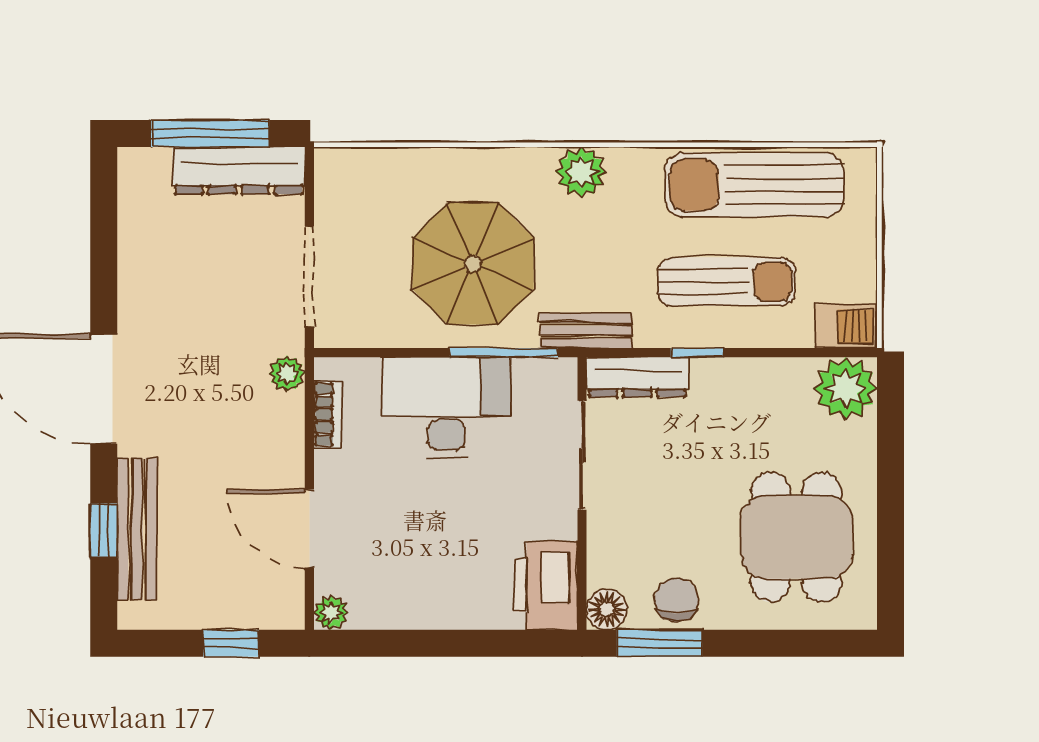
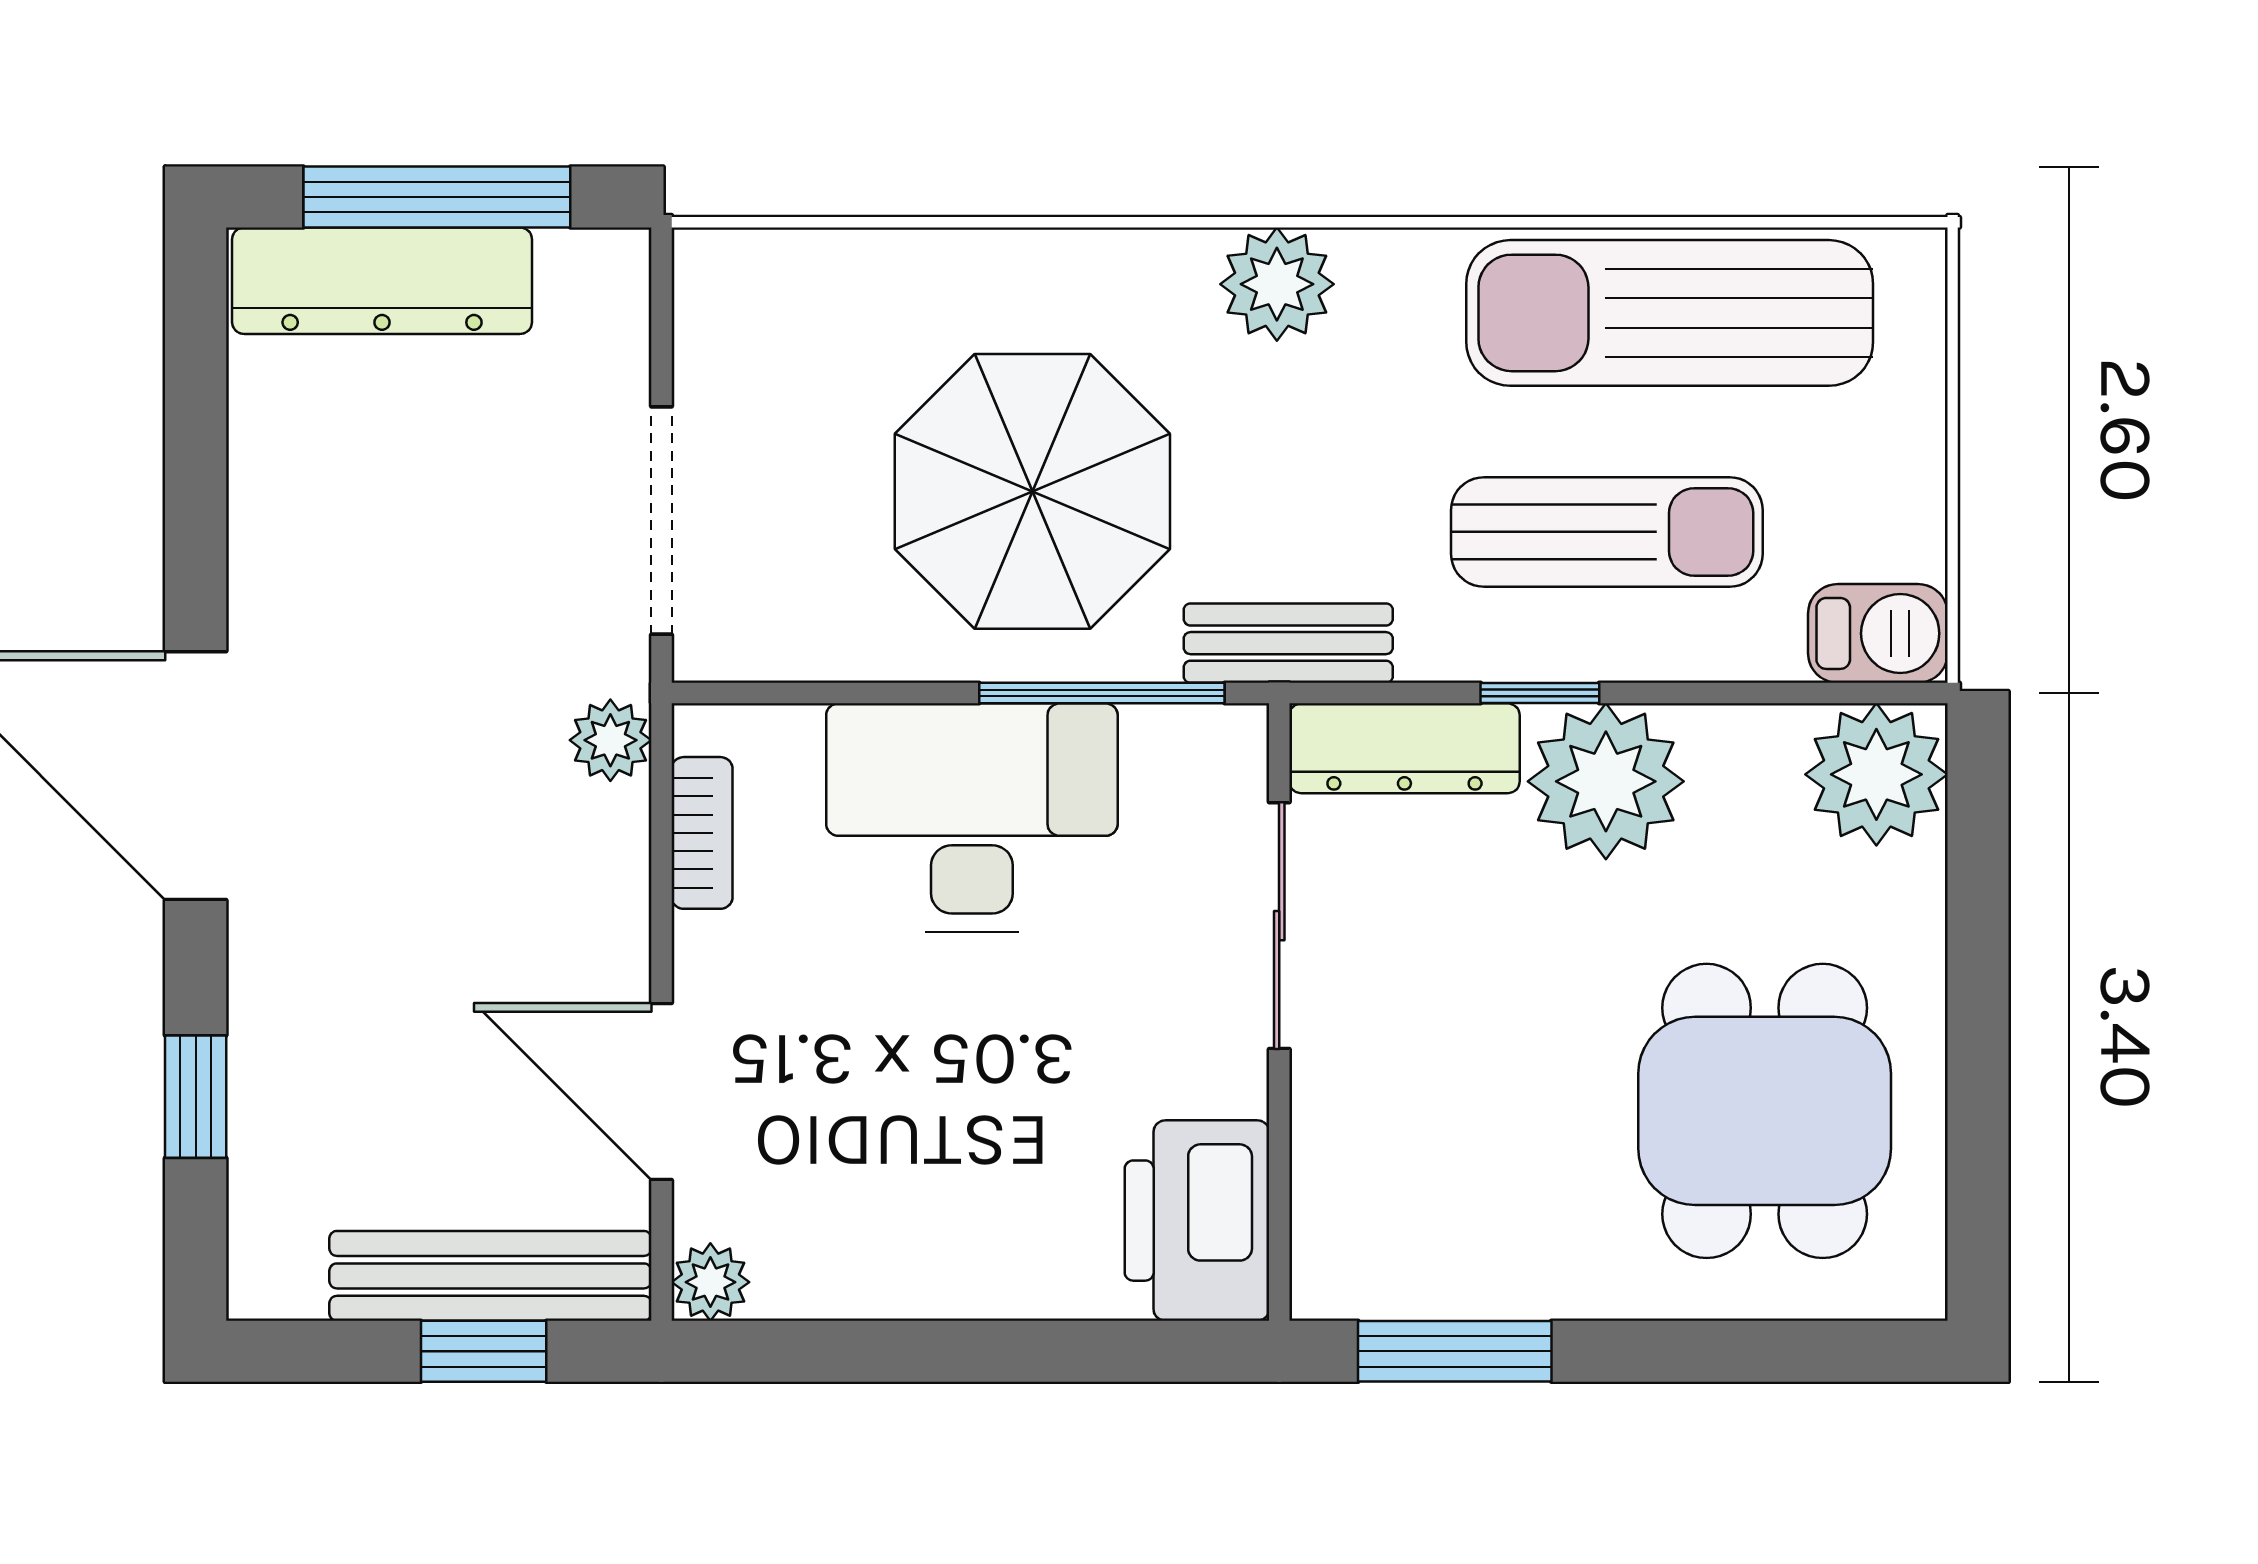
dresser: (239, 171) -> (382, 281), moved
plant: (726, 392) -> (1606, 781), added
bench: (137, 529) -> (490, 1276), moved, turned 90
chair: (677, 600) -> (1493, 1253), removed
floor lamp: (607, 609) -> (1335, 1275), removed

